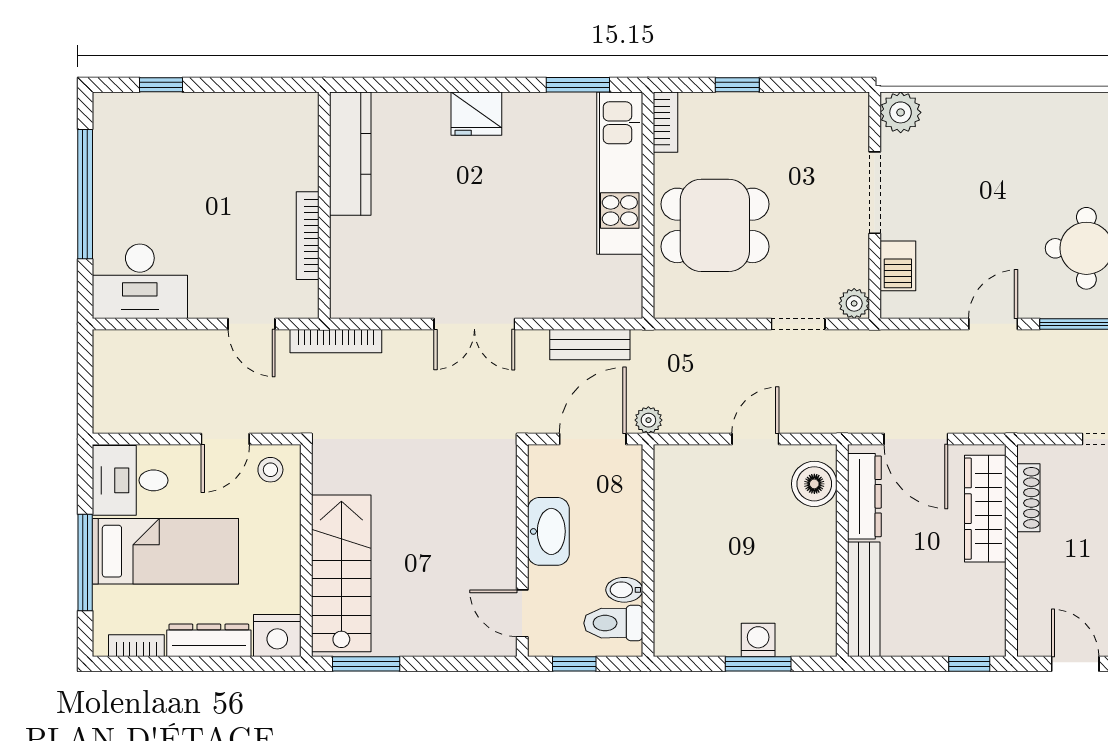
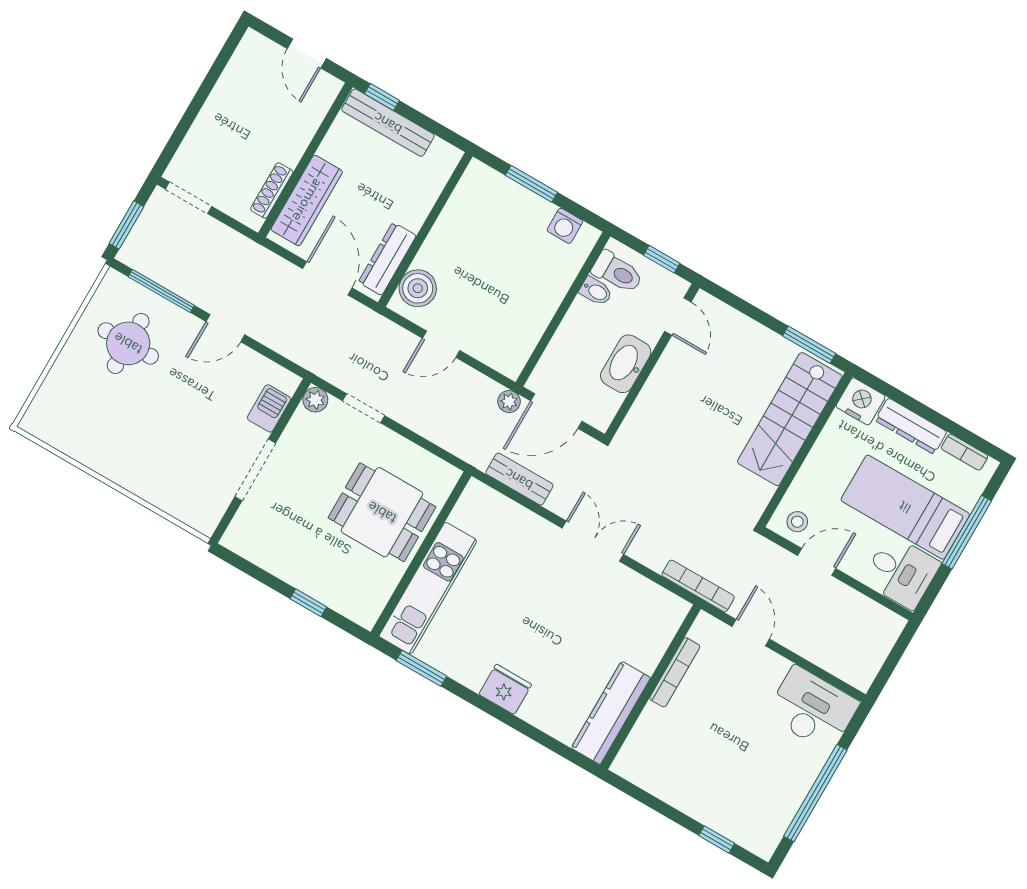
plant: (901, 112) -> (204, 516), removed
bookcase: (666, 122) -> (375, 606), removed
bench: (864, 599) -> (388, 123), moved, turned 90
washing machine: (758, 640) -> (565, 226), moved

